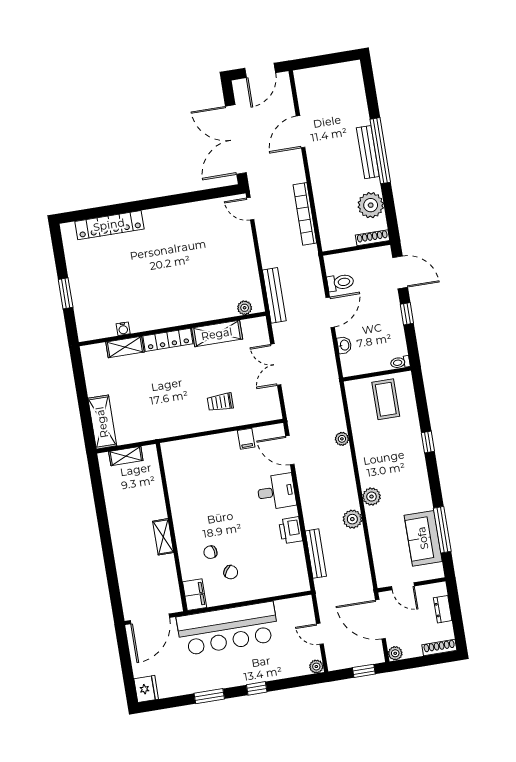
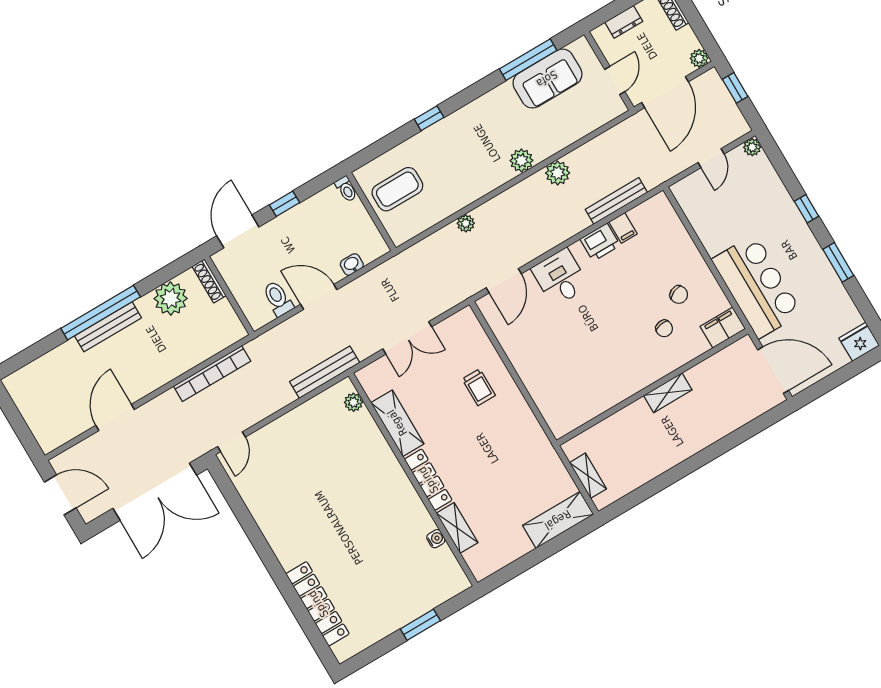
door: (301, 132) -> (115, 417), swing flipped
filing cabinet: (246, 439) -> (623, 228), moved, turned 90
chair: (231, 572) -> (679, 295), turned 120
bar counter: (228, 629) -> (757, 286), width x0.73

